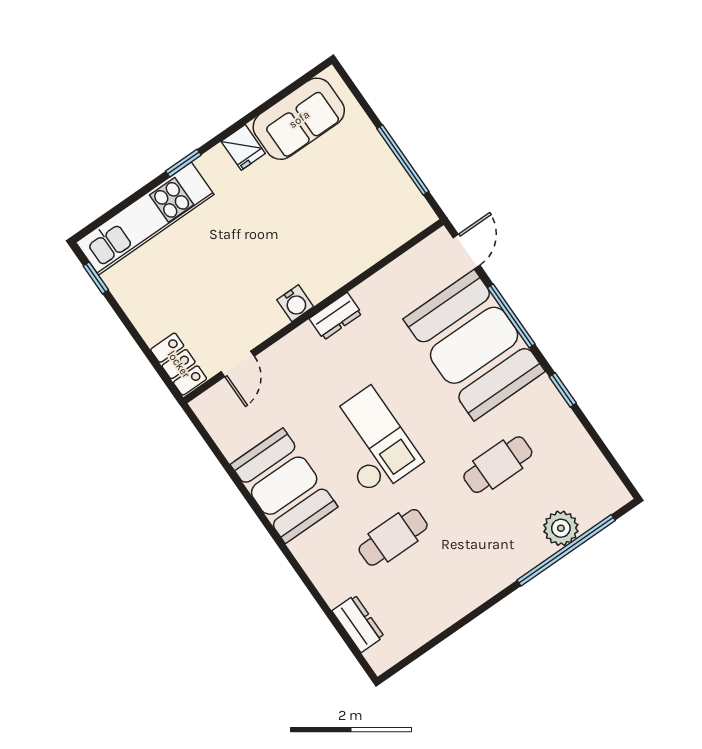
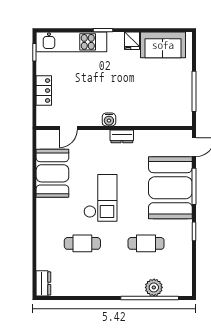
locker: (179, 364) -> (44, 91), moved
booth: (284, 486) -> (52, 173), moved
dresser: (358, 624) -> (43, 283), moved

